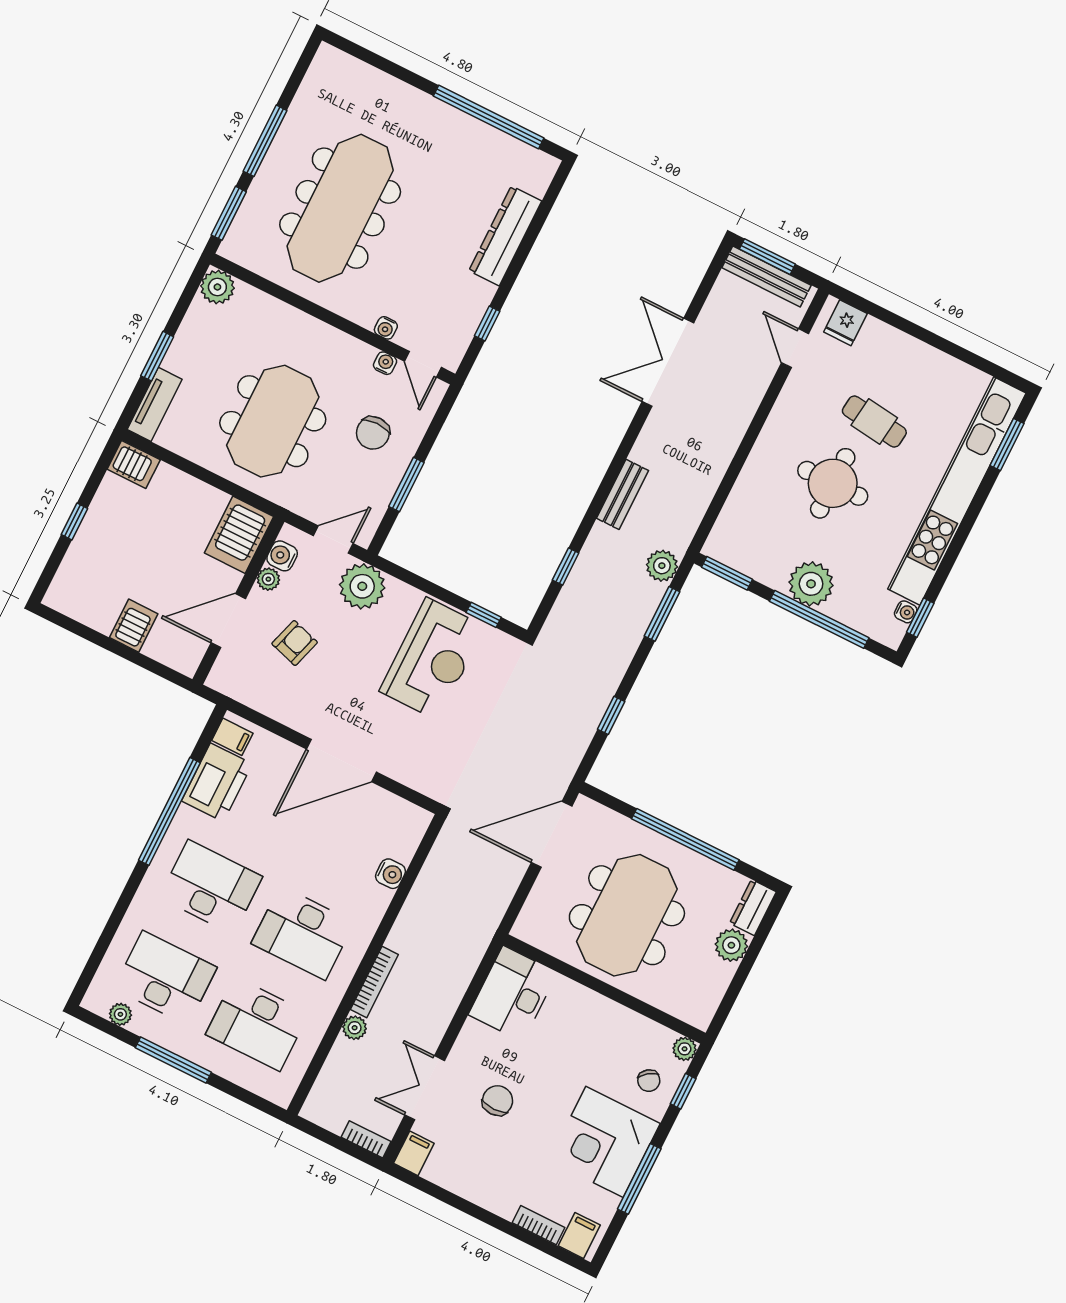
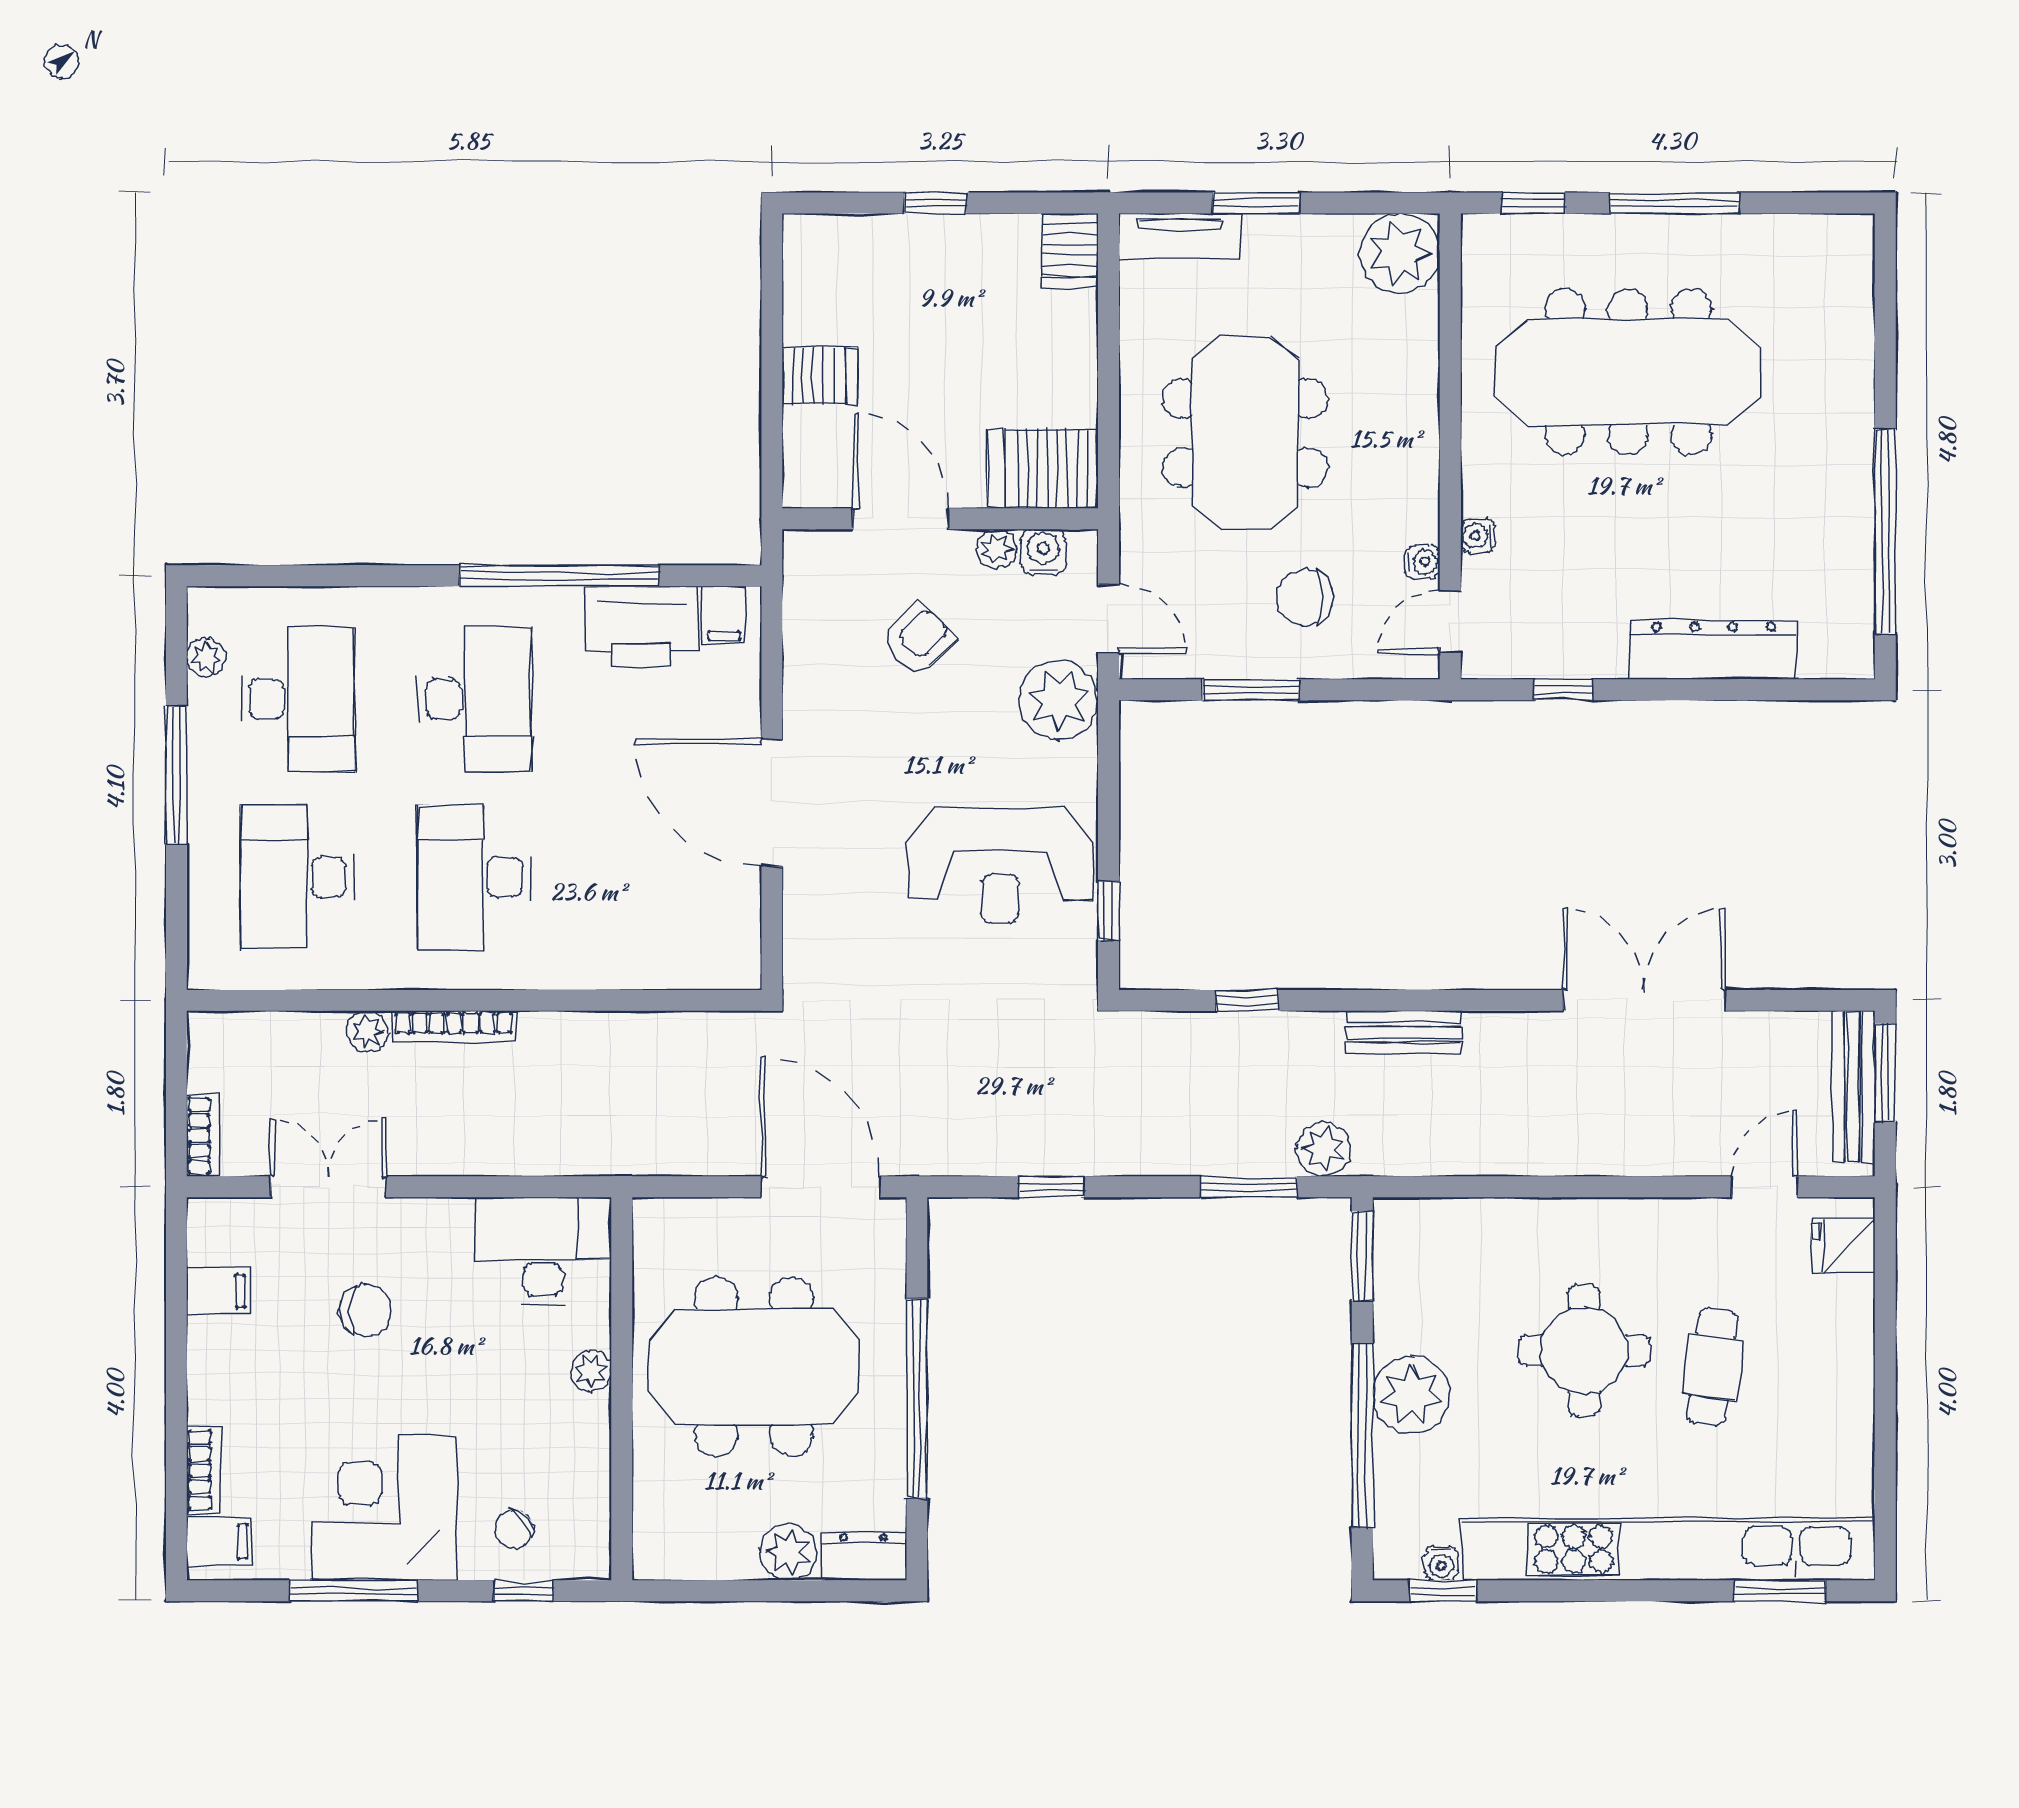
window: (229, 213) -> (1534, 203), width x0.67
plant: (217, 287) -> (1400, 253), width x1.36, depth x1.36
meeting table: (273, 421) -> (1245, 433), turned 90
armchair: (295, 643) -> (918, 639), turned -63
water cooler: (390, 874) -> (634, 967), removed
plant: (685, 1049) -> (591, 1371), moved
filing cabinet: (414, 1153) -> (218, 1291), moved

